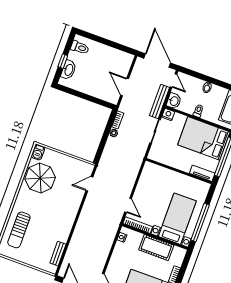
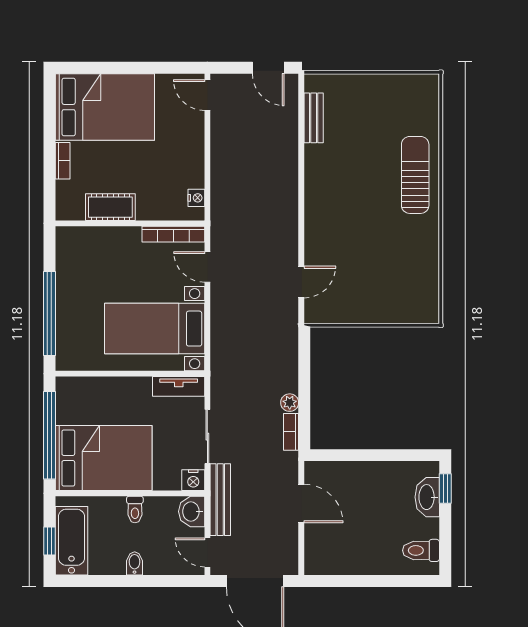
window: (63, 61) -> (445, 488), moved
barbecue: (38, 152) -> (428, 308), removed
tv unit: (202, 173) -> (179, 386), moved
parasol: (40, 178) -> (405, 258), removed
bed with nightstands: (177, 219) -> (155, 329), moved, turned 90
window: (200, 222) -> (49, 313), moved
sun lounger: (19, 230) -> (415, 175), moved
cot: (156, 247) -> (110, 207), width x0.73, depth x0.75

